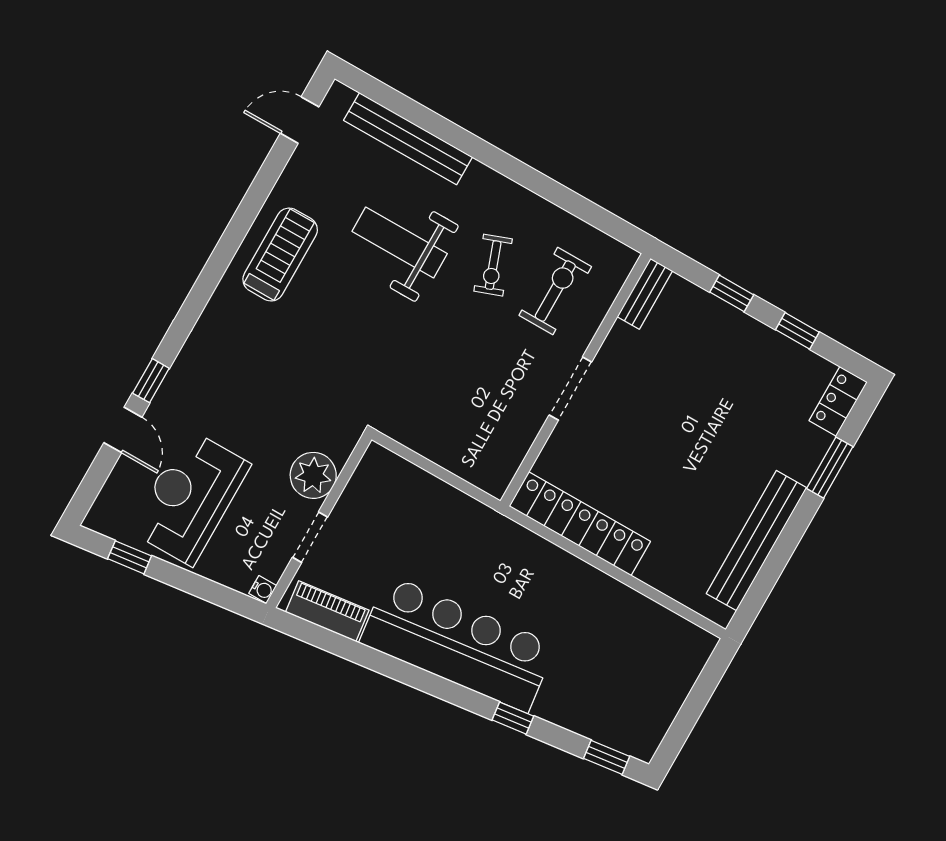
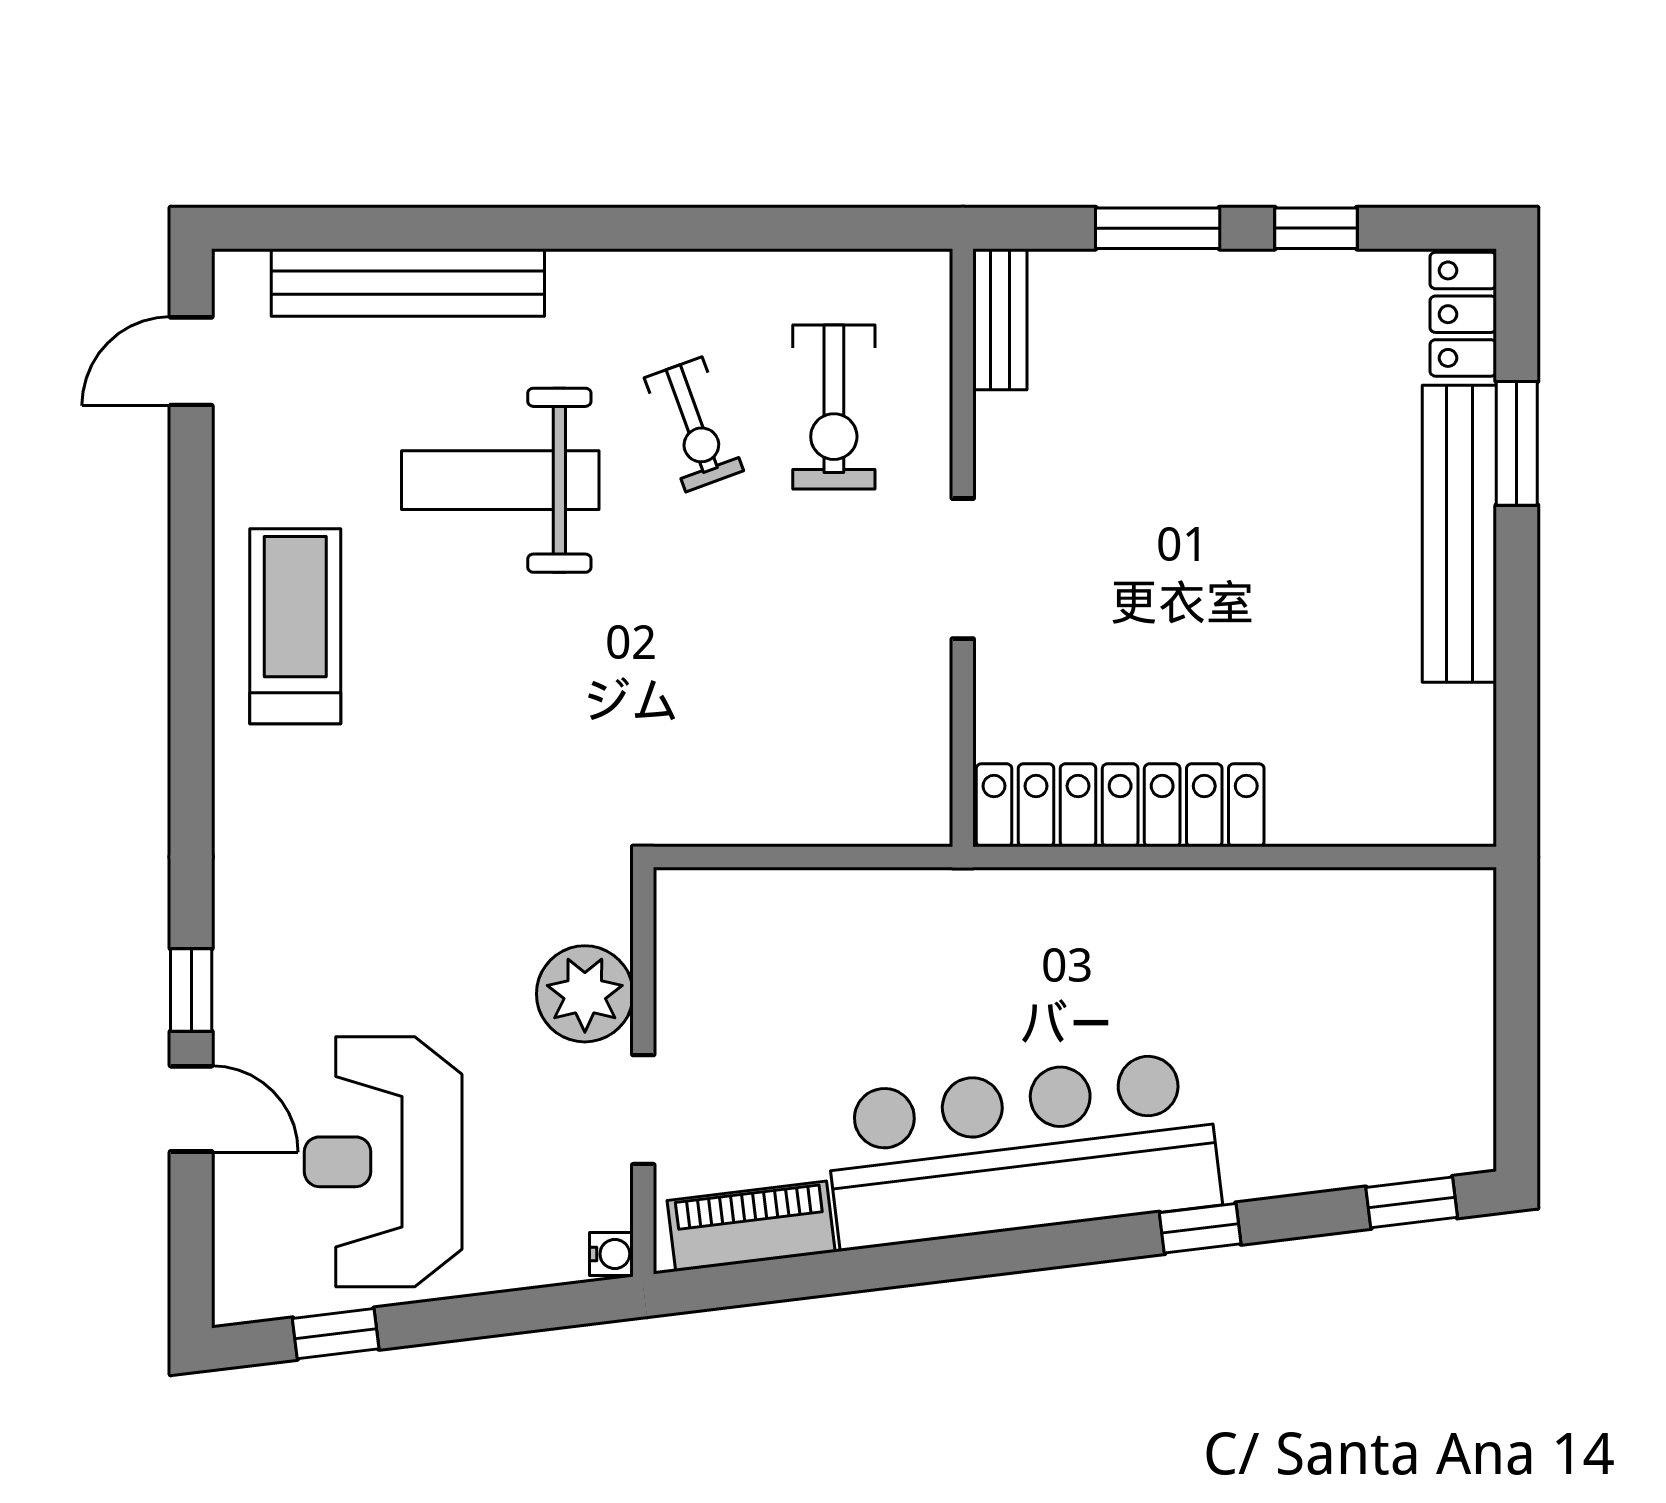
exercise bike: (555, 291) -> (834, 407), turned 180
window: (732, 293) -> (1158, 228), width x1.50
bench: (757, 541) -> (1459, 534), moved

